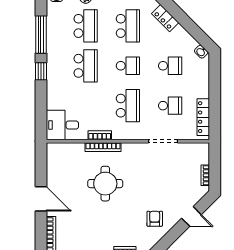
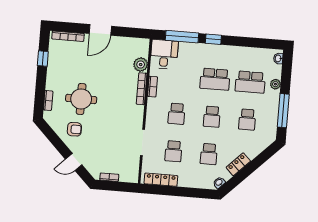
locker: (165, 18) -> (238, 164), moved
school desk: (128, 26) -> (247, 120), width x0.54
window: (41, 35) -> (182, 37), moved
school desk: (128, 106) -> (177, 114), width x0.54
plant: (76, 150) -> (141, 65), added
round table: (105, 184) -> (81, 99), moved
door: (191, 216) -> (74, 162), hinge flipped

